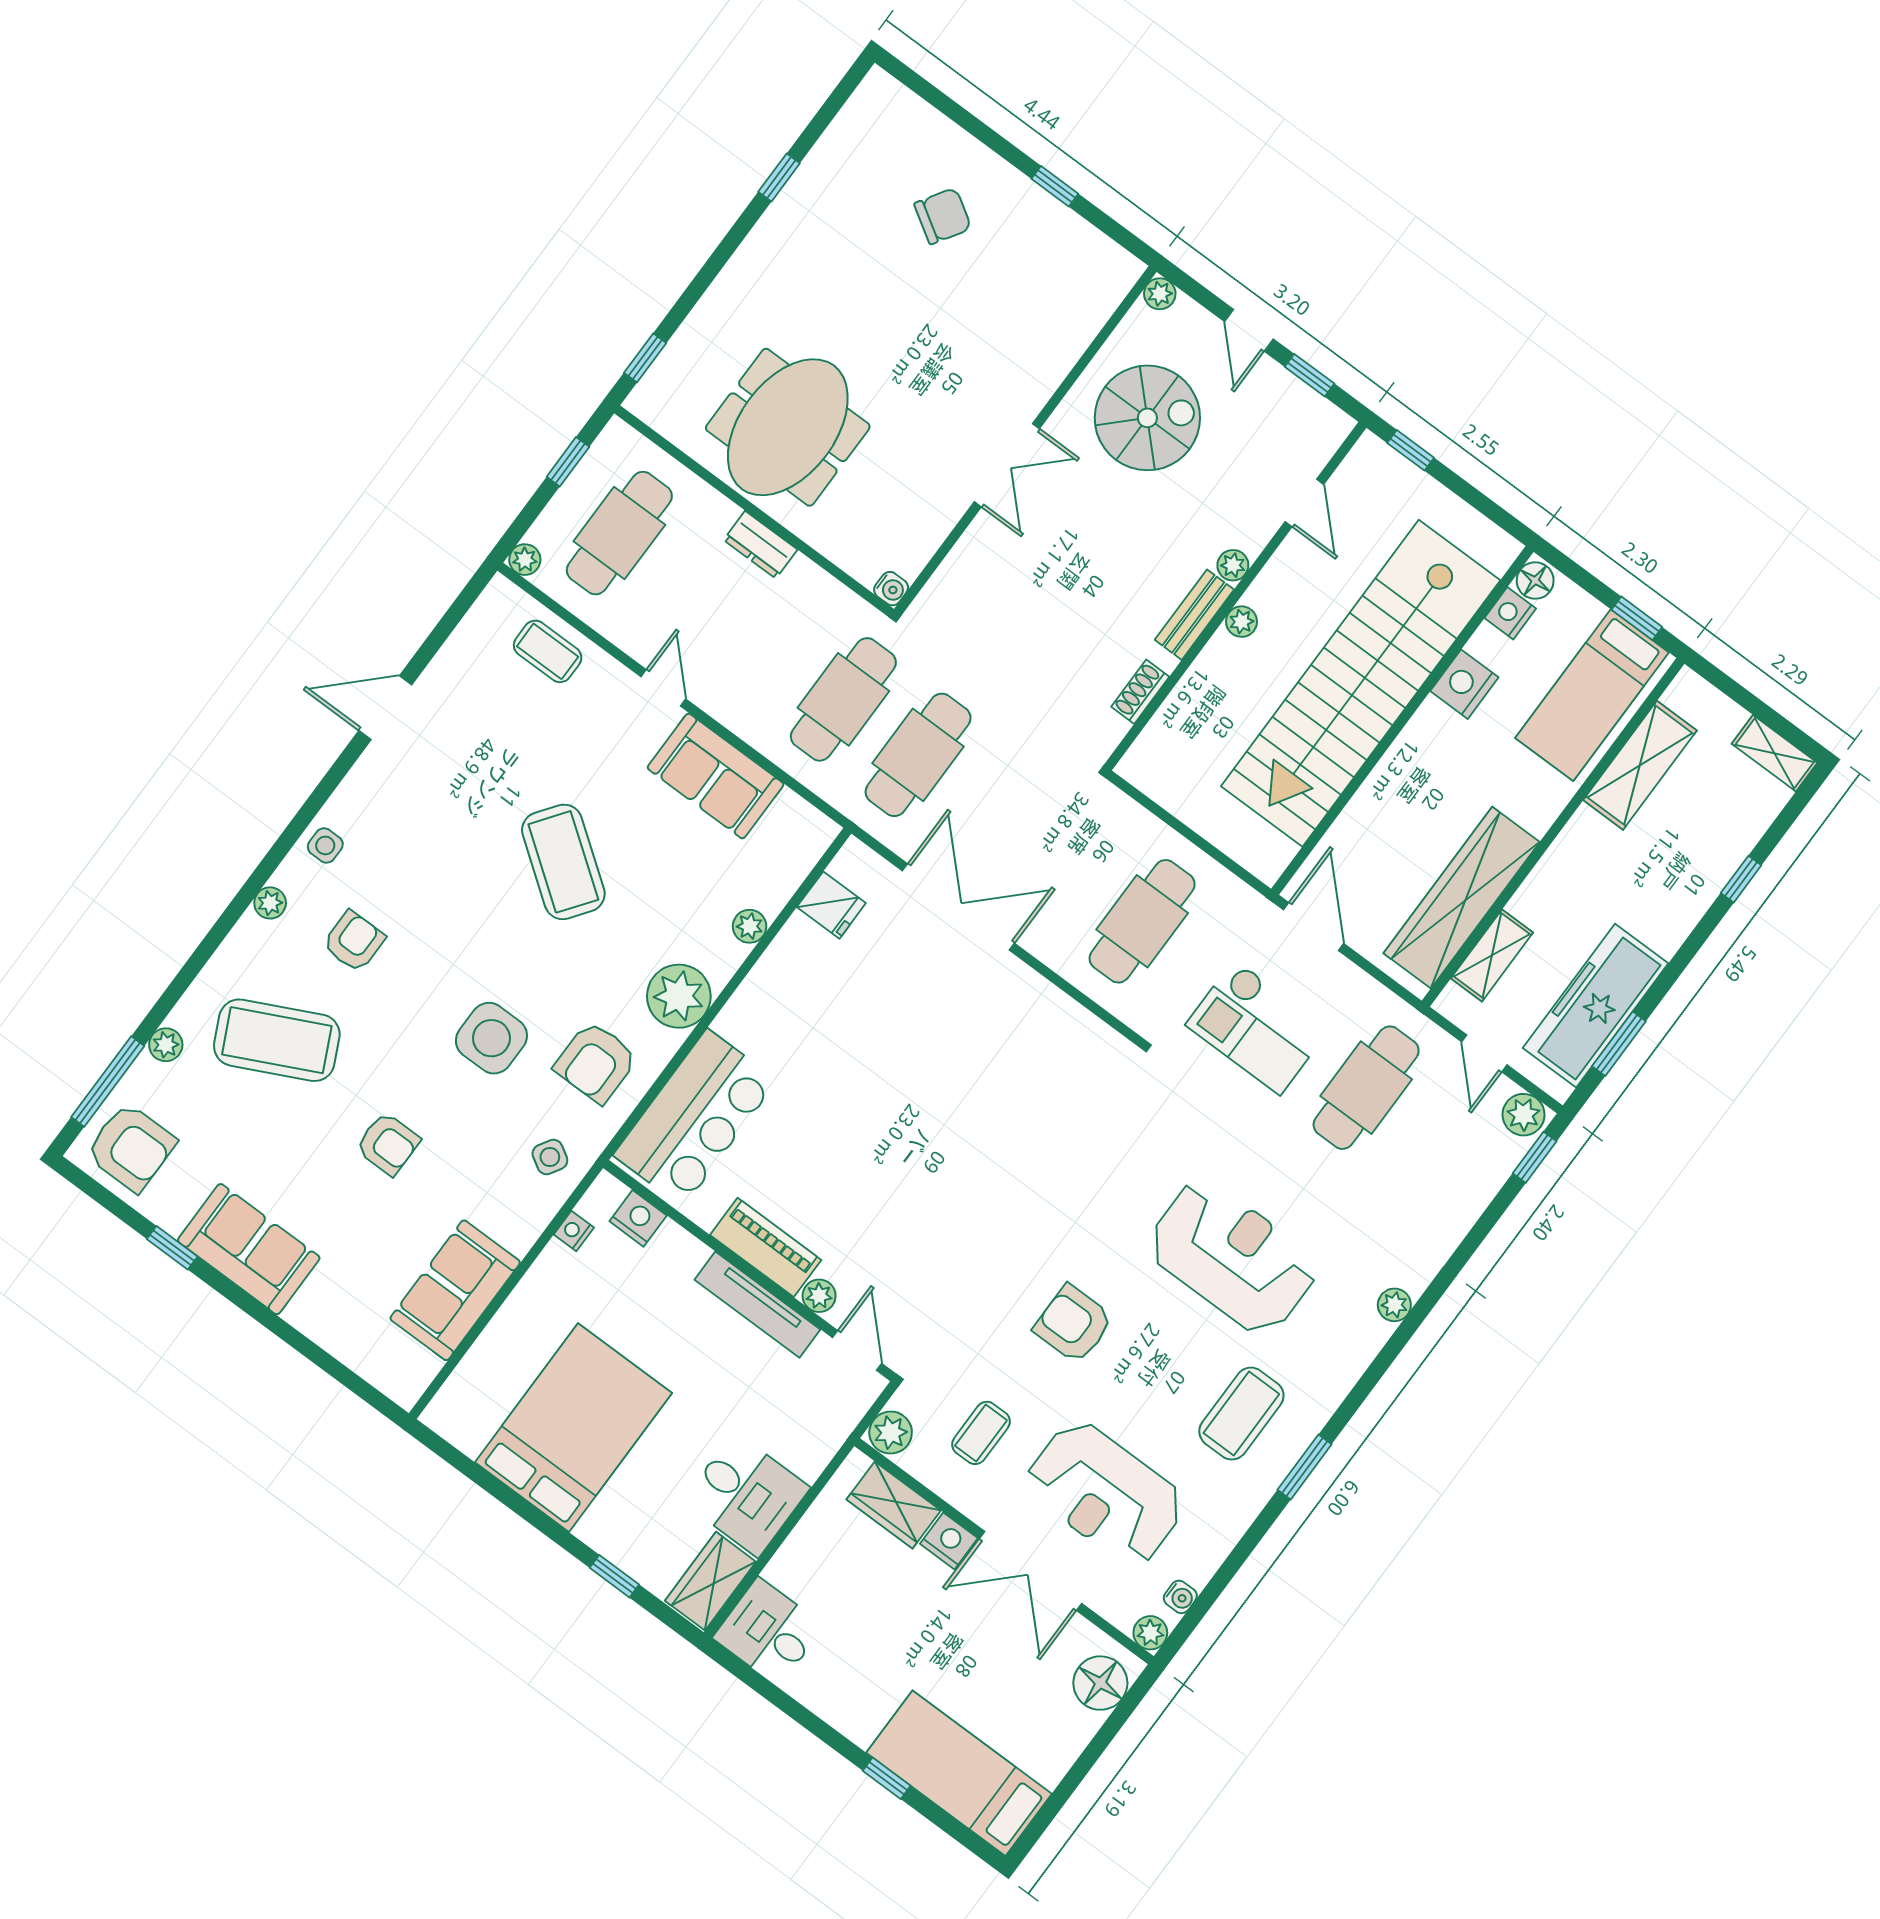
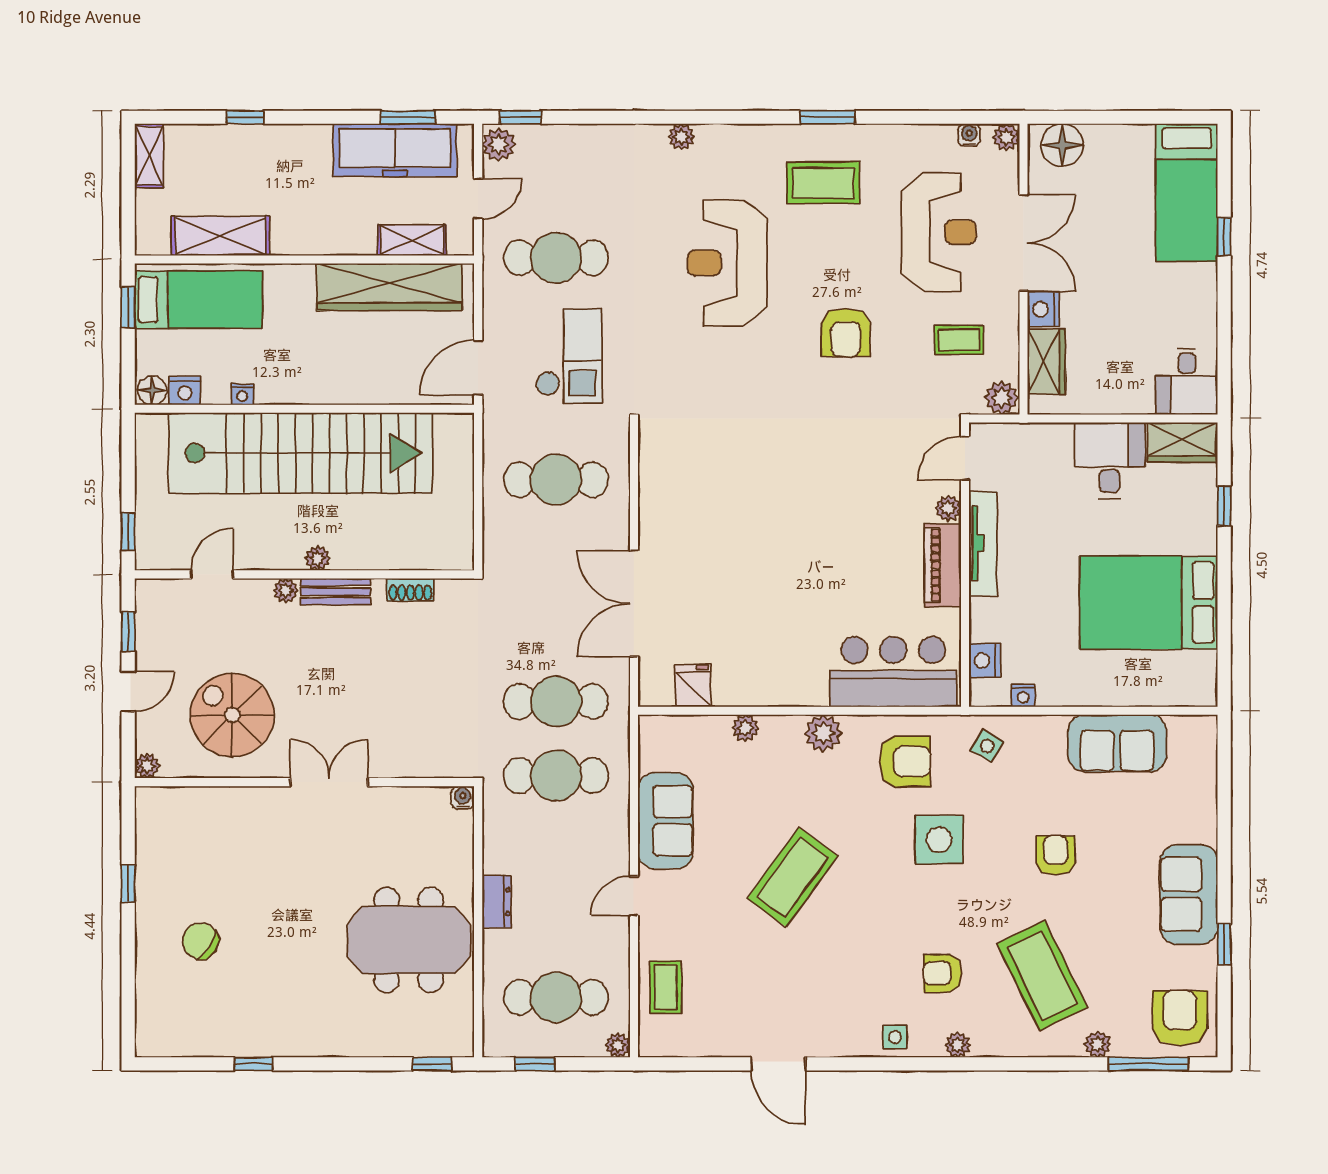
nightstand: (1464, 684) -> (242, 395), width x0.53, depth x0.56
plant: (679, 996) -> (823, 733), width x0.73, depth x0.73

